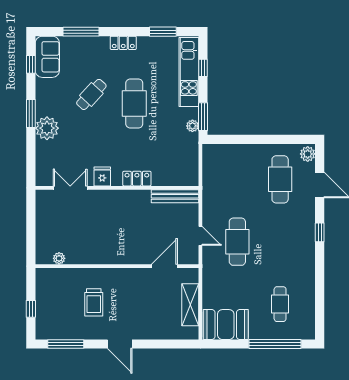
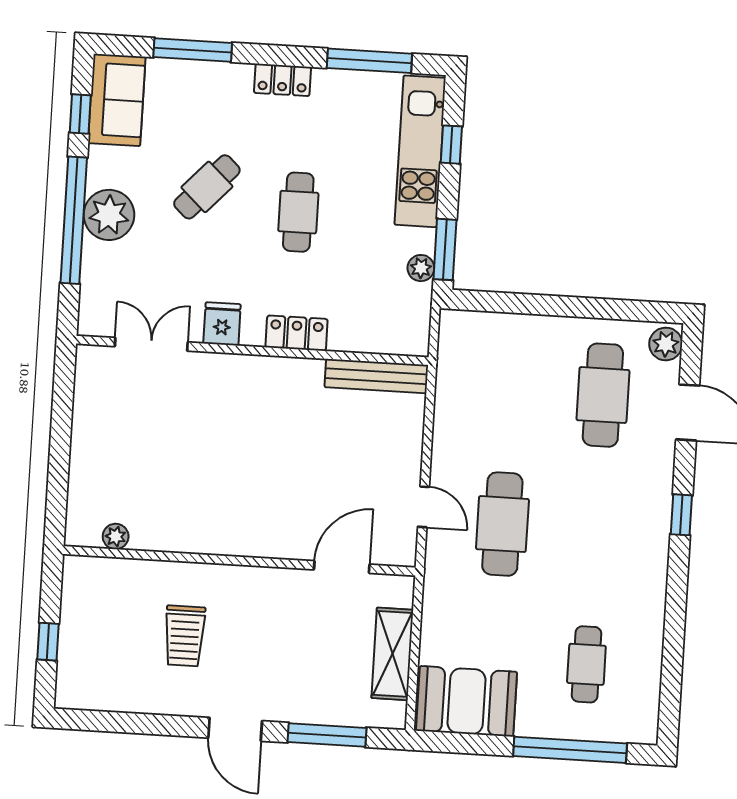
window: (163, 32) -> (369, 61), width x1.44
cafe table: (134, 103) -> (298, 212), width x0.73, depth x0.74
window: (31, 114) -> (74, 220), width x2.11
plant: (47, 128) -> (109, 215), moved
fridge: (102, 176) -> (222, 324), moved
locker: (137, 179) -> (297, 333), moved
double door: (70, 188) -> (151, 344), moved
wall: (117, 188) -> (252, 350), moved
bench: (175, 196) -> (376, 376), moved
window: (66, 344) -> (327, 735), moved

